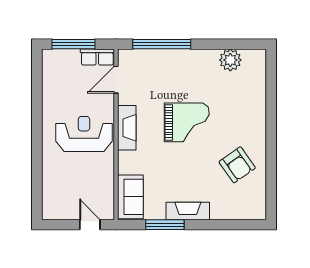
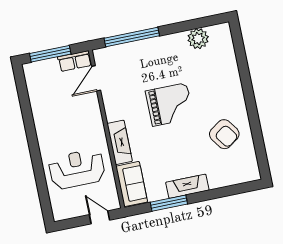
fireplace: (127, 128) -> (120, 142), moved
reception desk: (84, 134) -> (77, 169), moved

